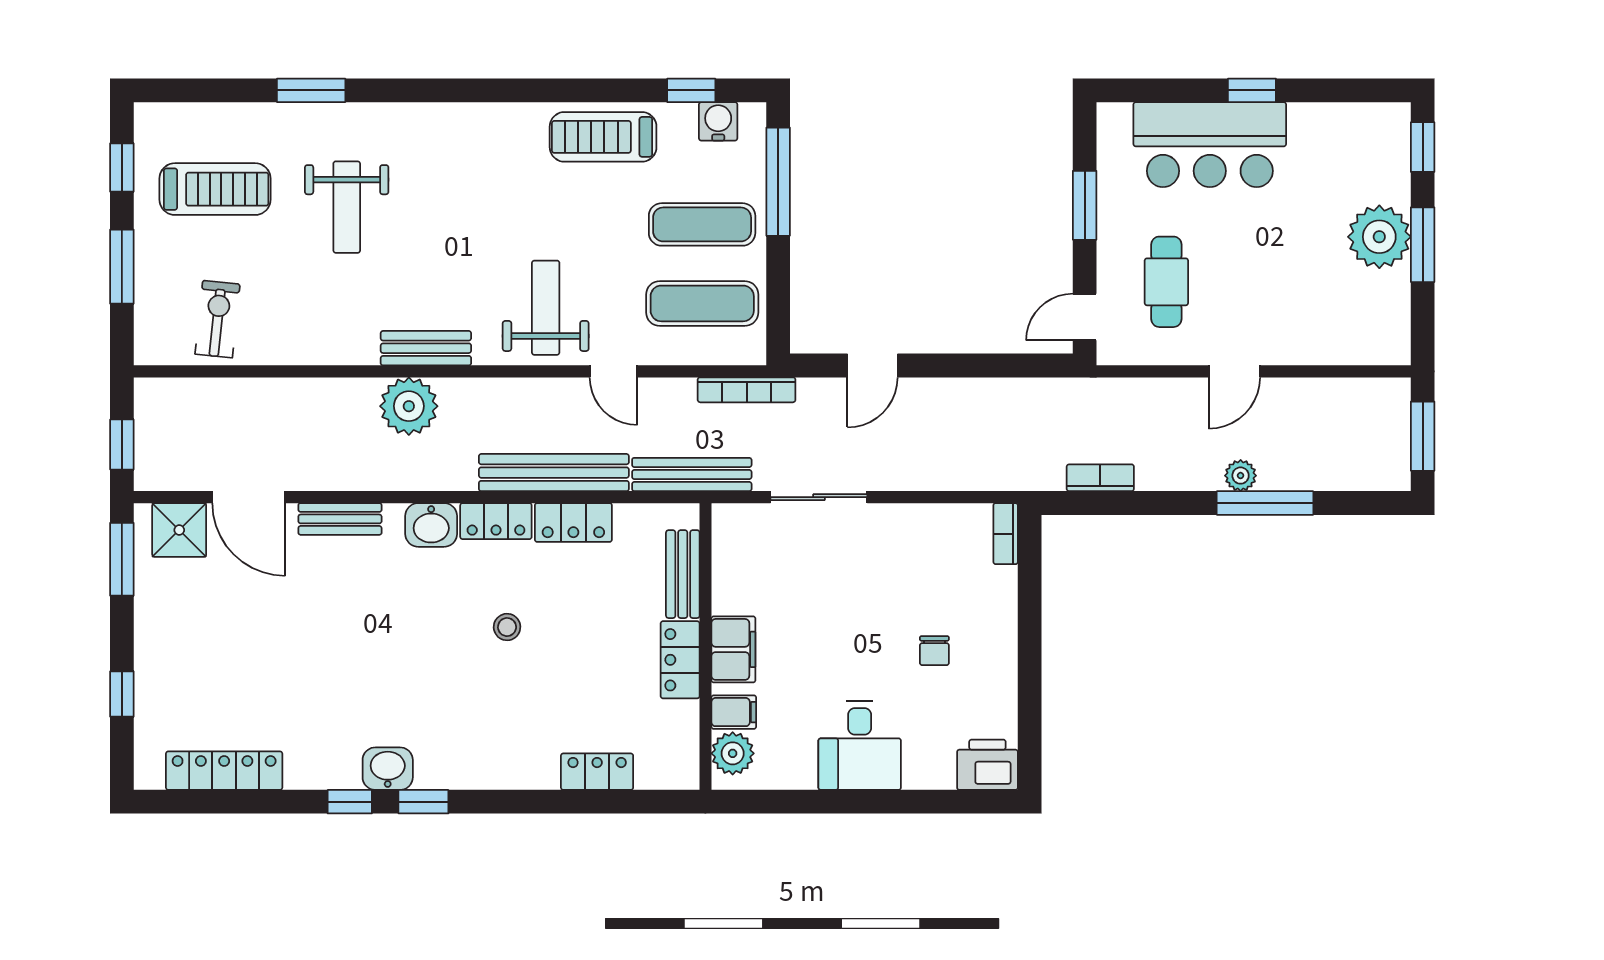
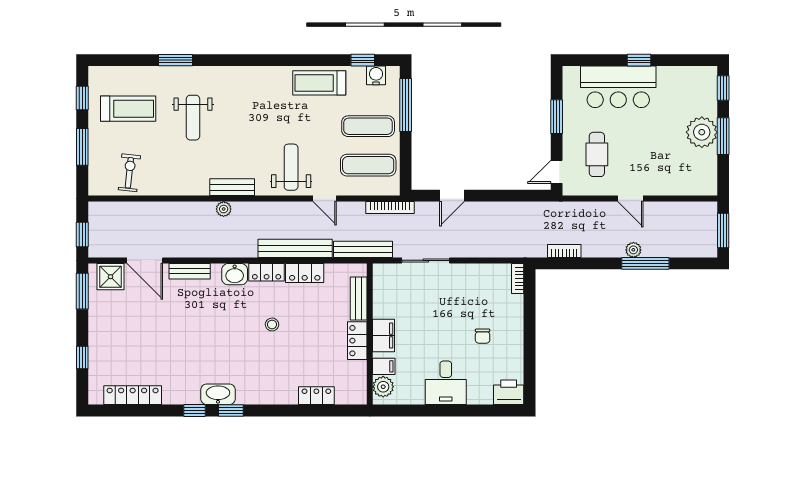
door: (1234, 371) -> (630, 199), hinge flipped
plant: (409, 406) -> (224, 209), width x0.53, depth x0.53
washbasin: (388, 769) -> (218, 394), width x1.38

